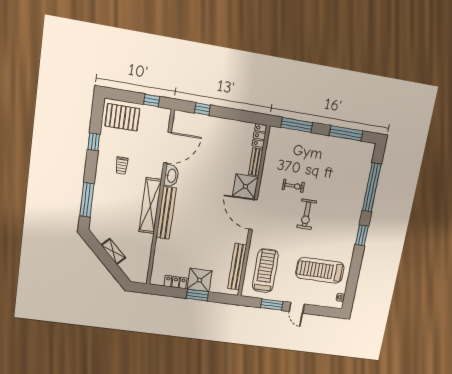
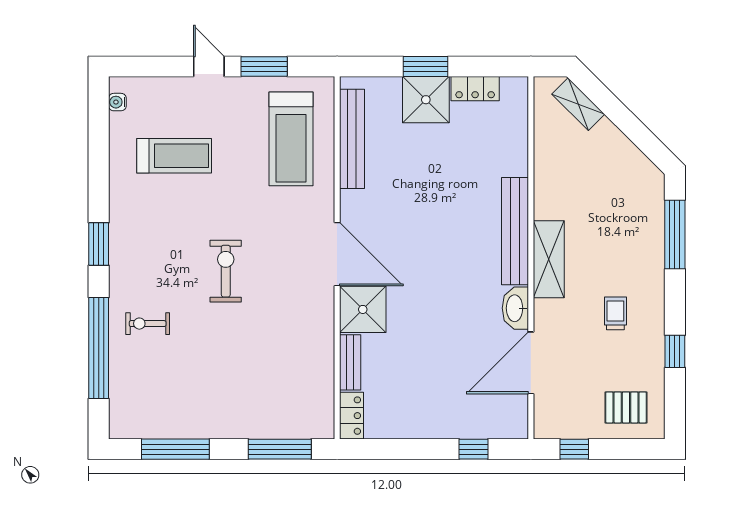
pallet: (122, 117) -> (626, 407), width x0.67, depth x0.71
exercise bike: (293, 186) -> (148, 324), moved
shelving: (150, 206) -> (549, 259), width x0.68
shelving: (113, 251) -> (578, 104), moved
treadmill: (320, 270) -> (174, 156), width x0.73, depth x0.73

